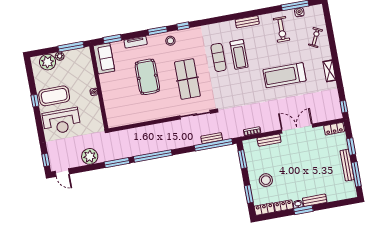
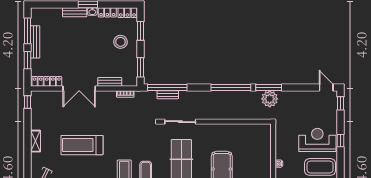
treadmill: (284, 75) -> (82, 145), turned 180
window: (35, 101) -> (341, 141), moved
locker: (334, 129) -> (47, 81), width x1.53
plant: (90, 156) -> (270, 99), moved

